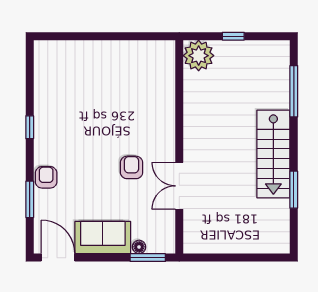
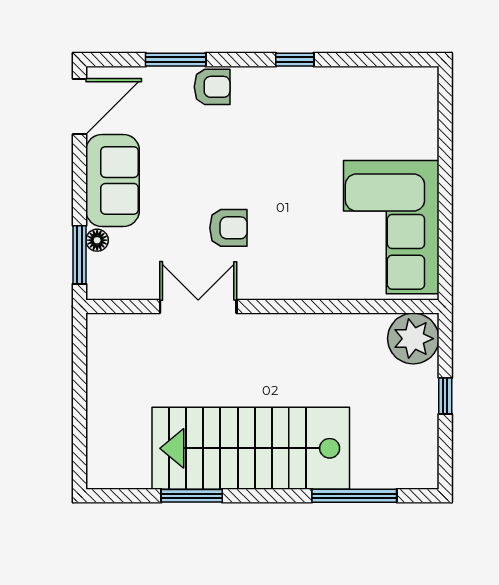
corner sofa: (131, 69) -> (391, 227), added
stairs: (273, 154) -> (251, 448), width x1.36, depth x1.51

